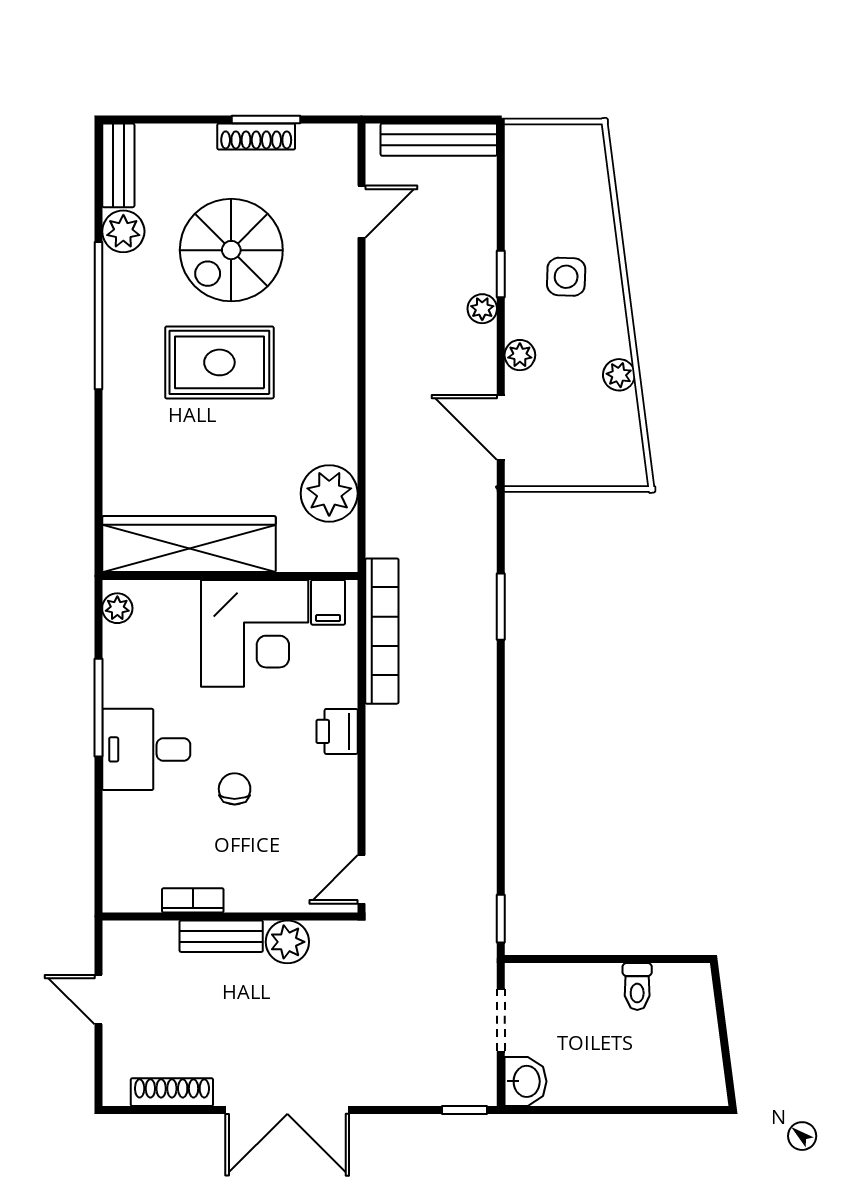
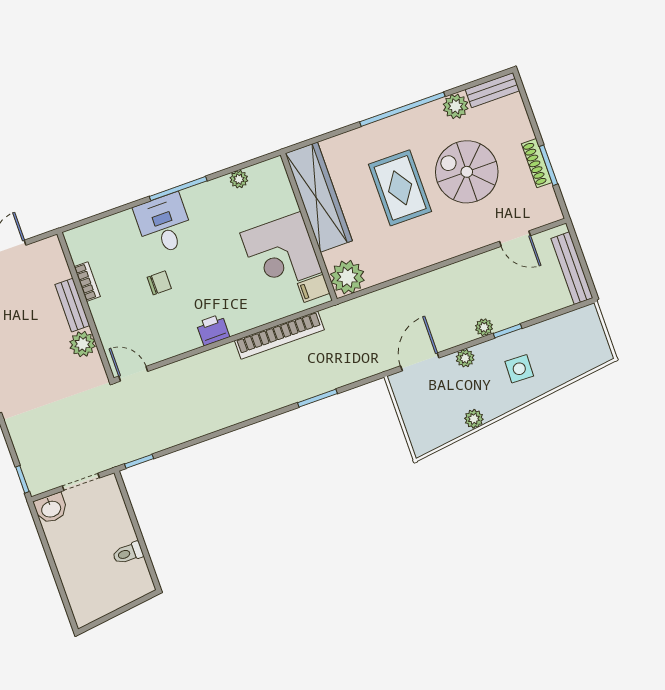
wardrobe: (189, 544) -> (319, 197), moved
wall: (230, 576) -> (309, 227), moved
filing cabinet: (328, 602) -> (314, 288), moved
corner desk: (255, 633) -> (281, 253), moved

